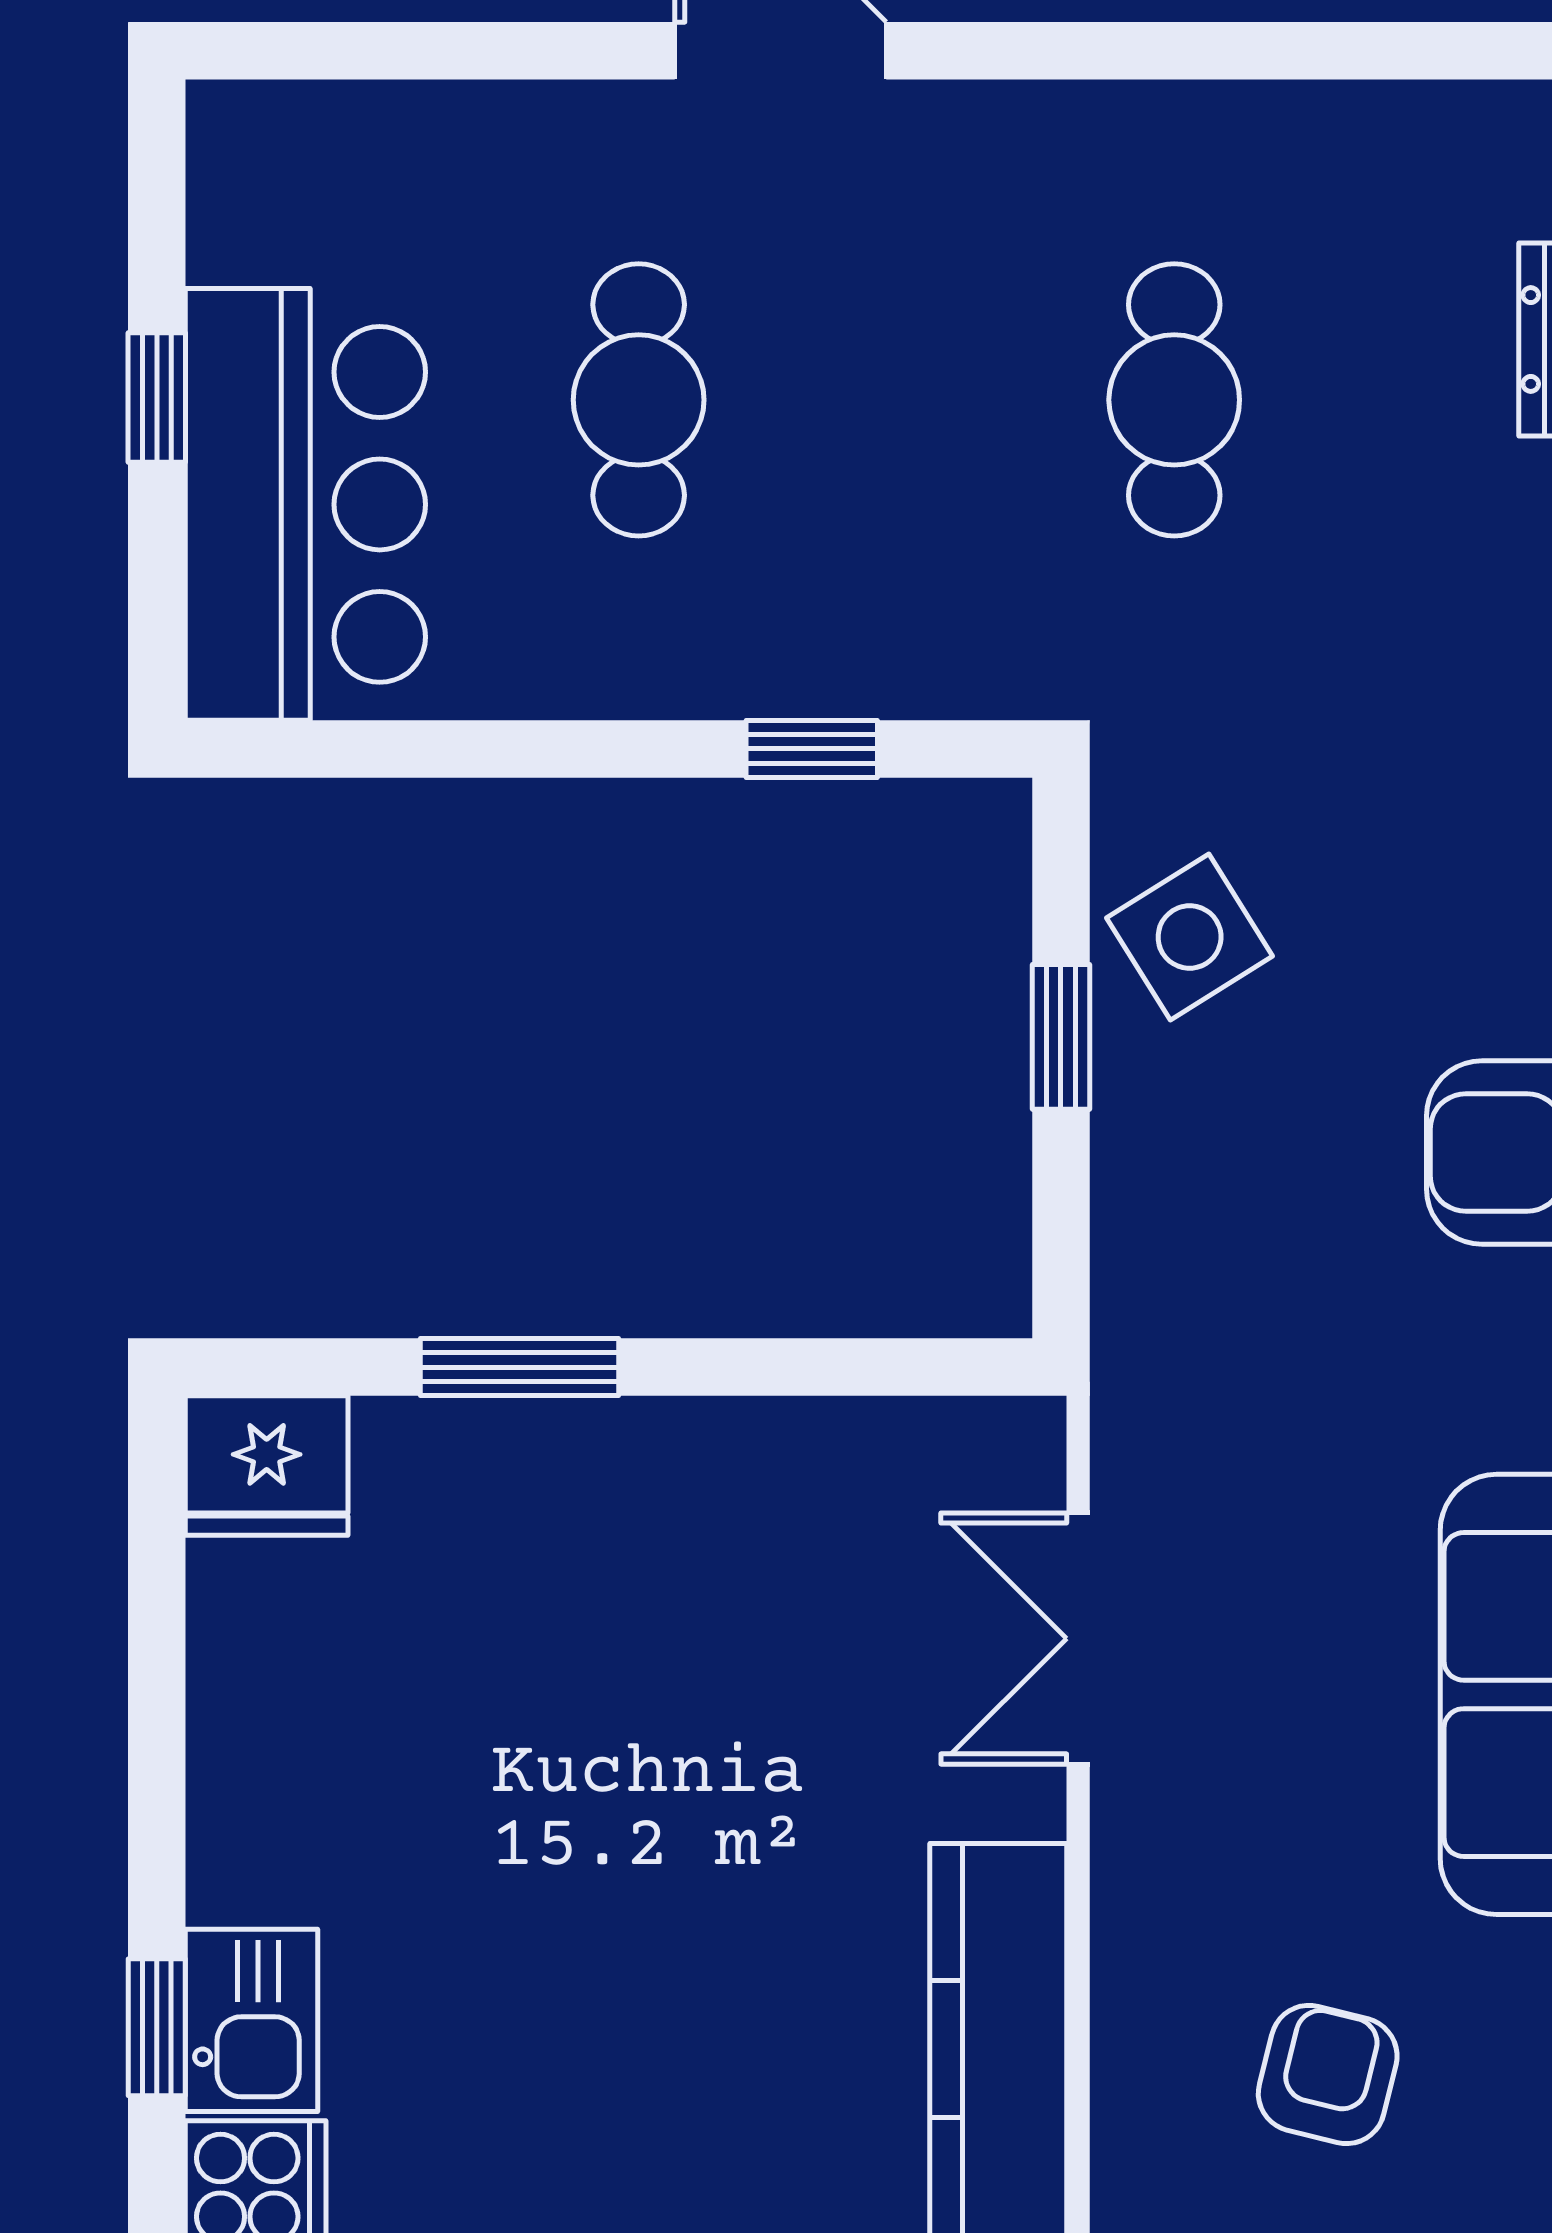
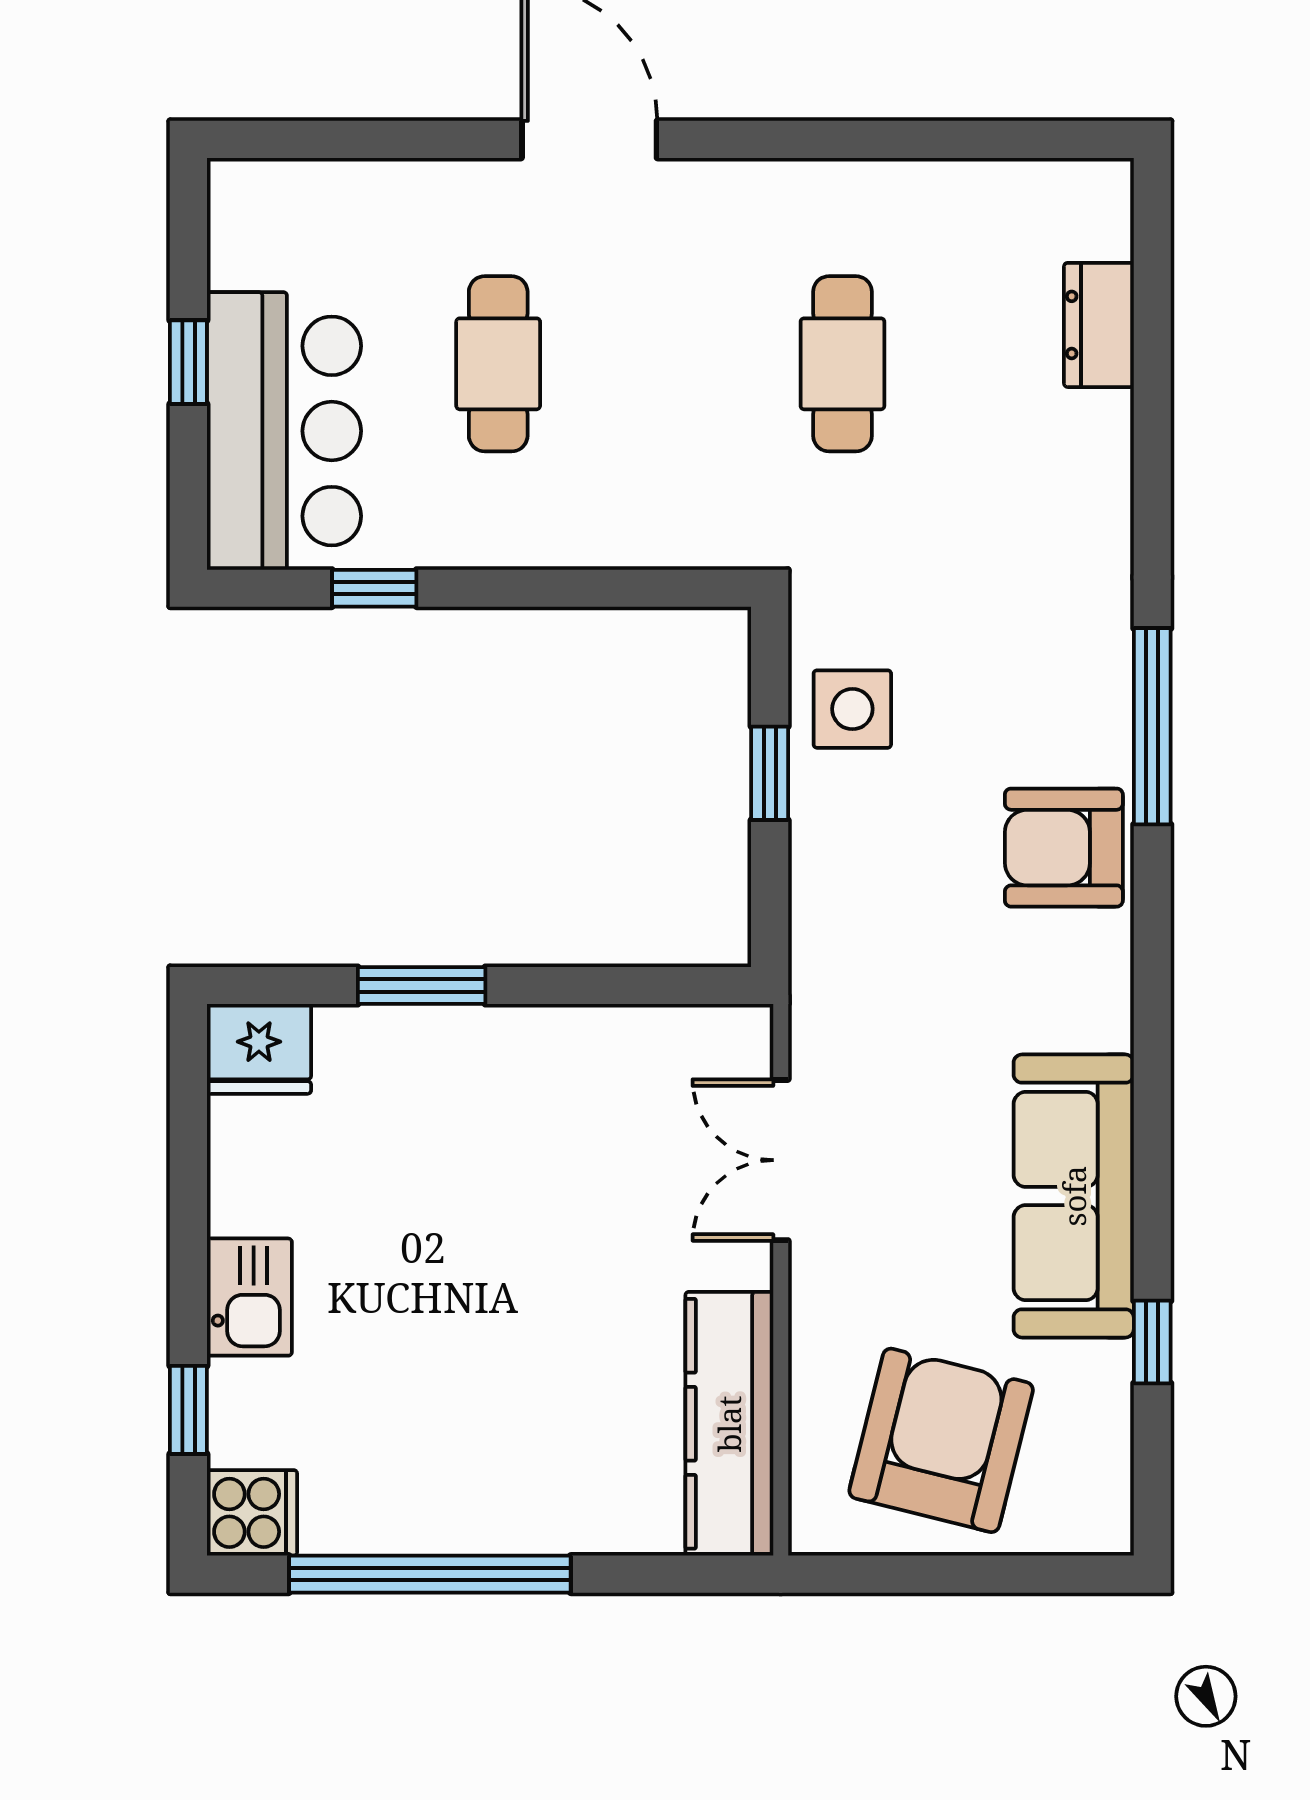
window: (812, 749) -> (374, 588), moved
side table: (1190, 937) -> (852, 709), turned 32
kitchen sink: (252, 2020) -> (249, 1297), moved
armchair: (1328, 2075) -> (941, 1440), width x1.88, depth x1.88

